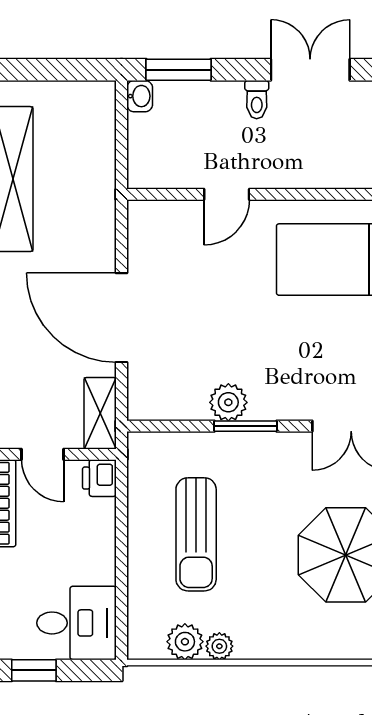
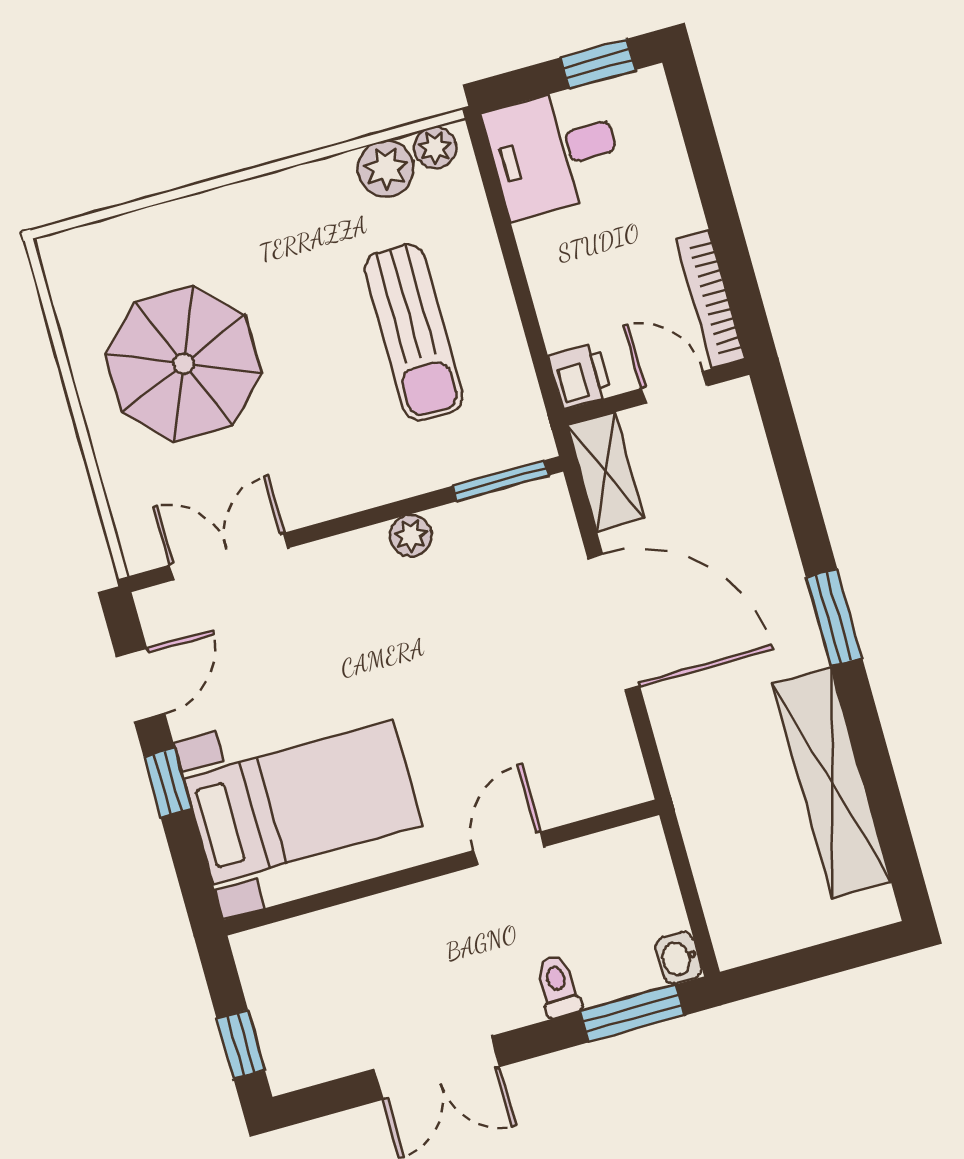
toilet: (257, 100) -> (558, 986), moved
plant: (228, 402) -> (411, 536), width x0.73, depth x0.73
window: (246, 426) -> (500, 481), moved
sun lounger: (196, 534) -> (414, 332), turned 180
plant: (219, 646) -> (435, 148), moved

